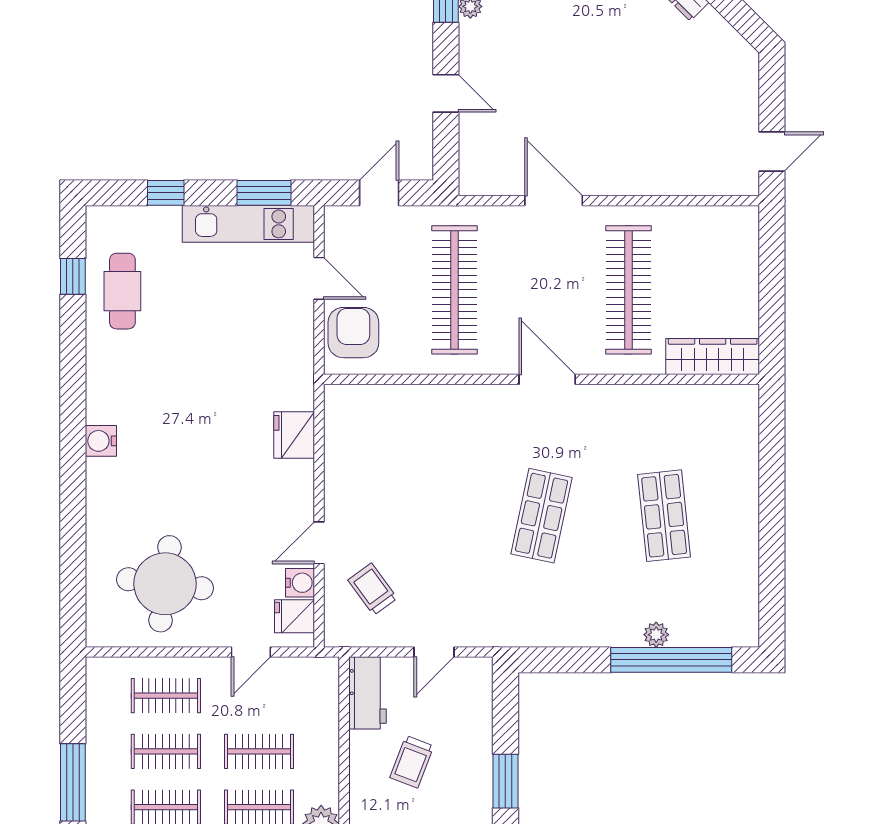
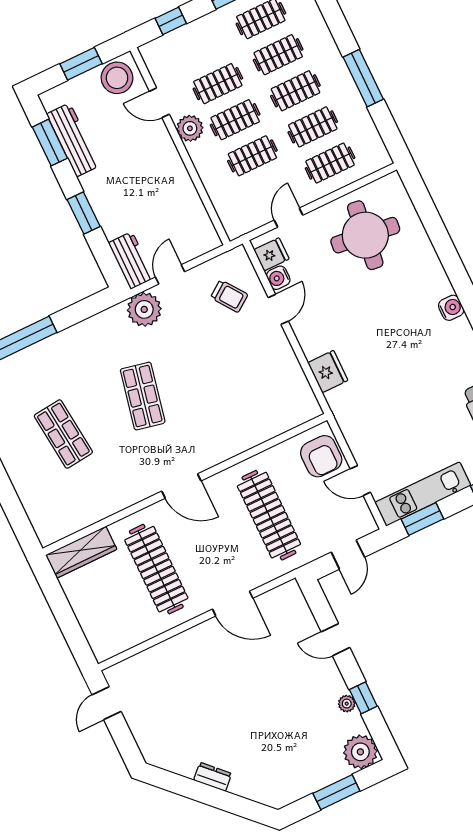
plant: (656, 635) -> (144, 309), moved, width x1.87, depth x1.87
workbench: (367, 693) -> (131, 260), moved, turned 180
trolley: (412, 762) -> (150, 197), removed

